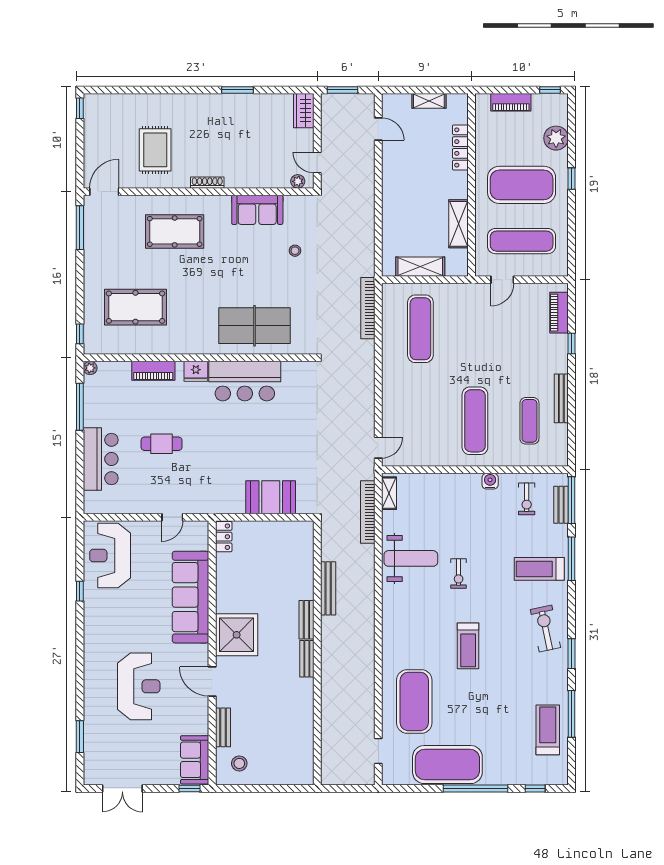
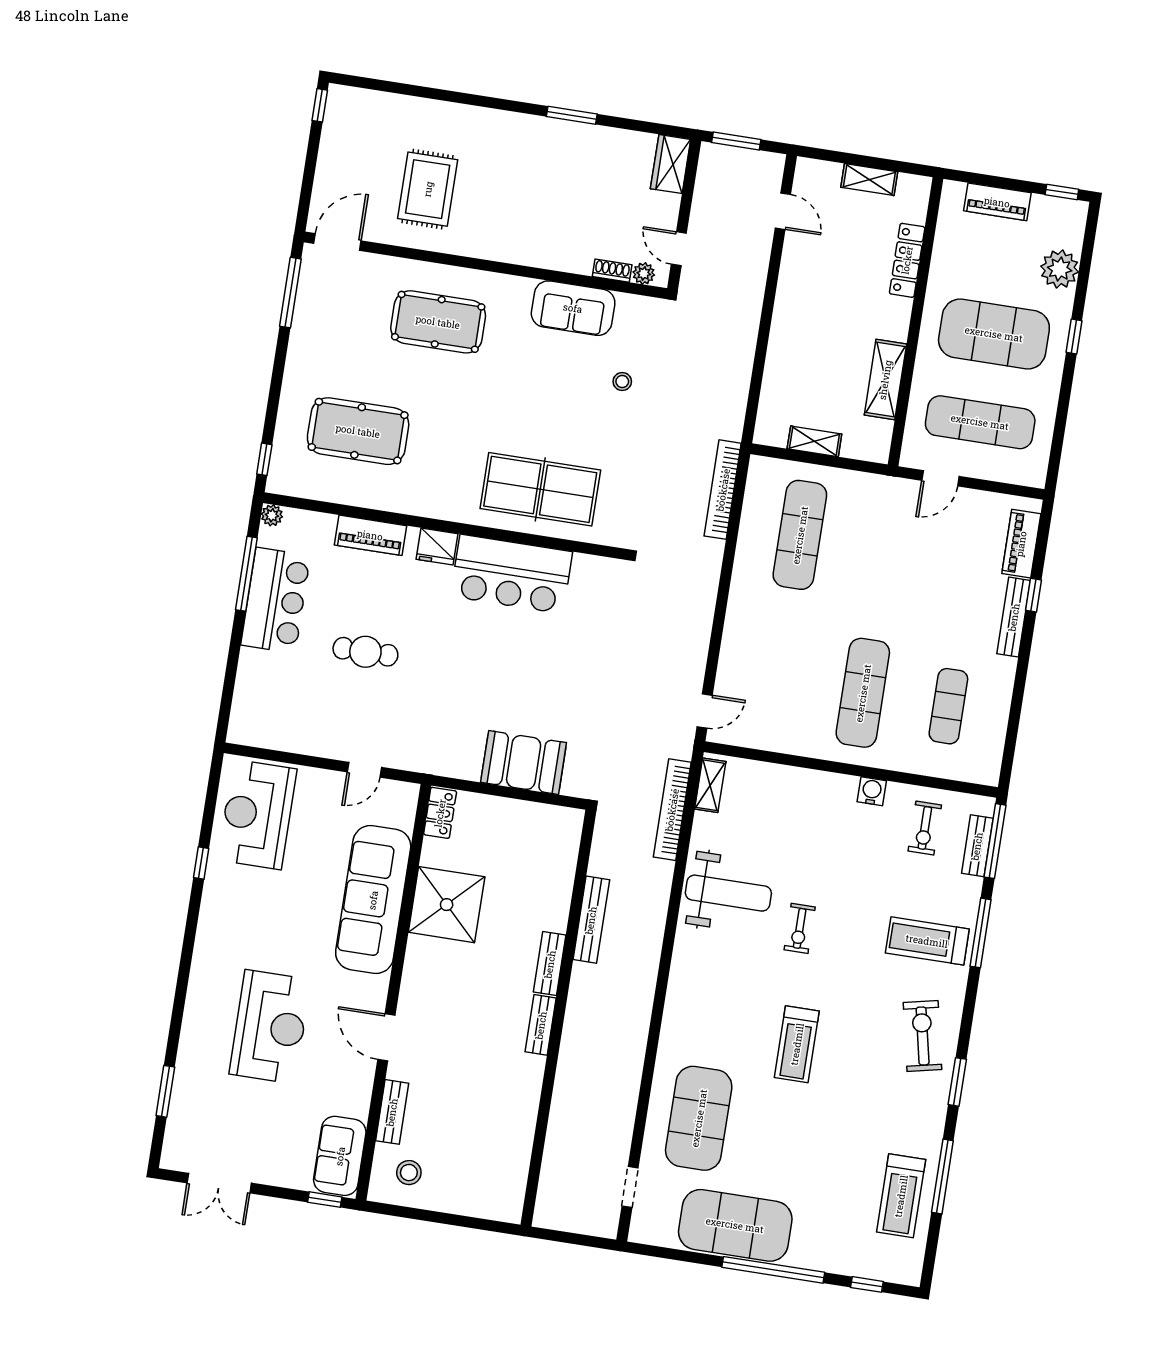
shoe rack: (207, 183) -> (612, 271), moved, width x0.70
shelving: (420, 267) -> (814, 441), width x0.67, depth x0.75
bench: (561, 398) -> (1014, 617), moved
bar counter: (101, 459) -> (276, 600), moved
shower: (237, 635) -> (447, 905), moved
treadmill: (548, 730) -> (901, 1196), turned 180

